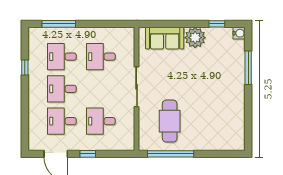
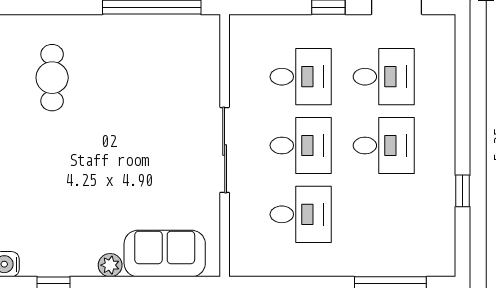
plant: (195, 38) -> (110, 265), width x0.53, depth x0.53
desk: (62, 57) -> (301, 145), moved
cafe table: (170, 121) -> (52, 78), moved, width x0.73, depth x0.74

